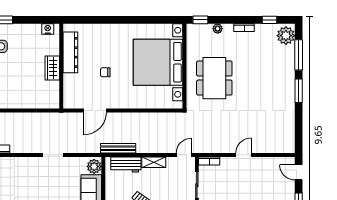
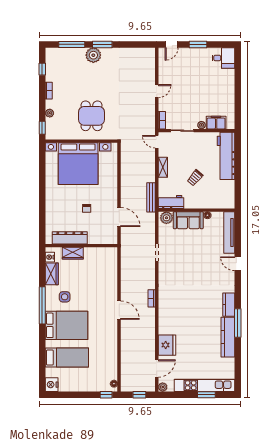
wardrobe: (28, 31) -> (52, 274), added
plant: (286, 36) -> (93, 55), moved
wardrobe: (52, 68) -> (73, 253), moved
dining table: (214, 78) -> (92, 116), width x0.73
door: (243, 155) -> (157, 91), swing flipped
workbench: (126, 164) -> (171, 202), moved, turned -90

